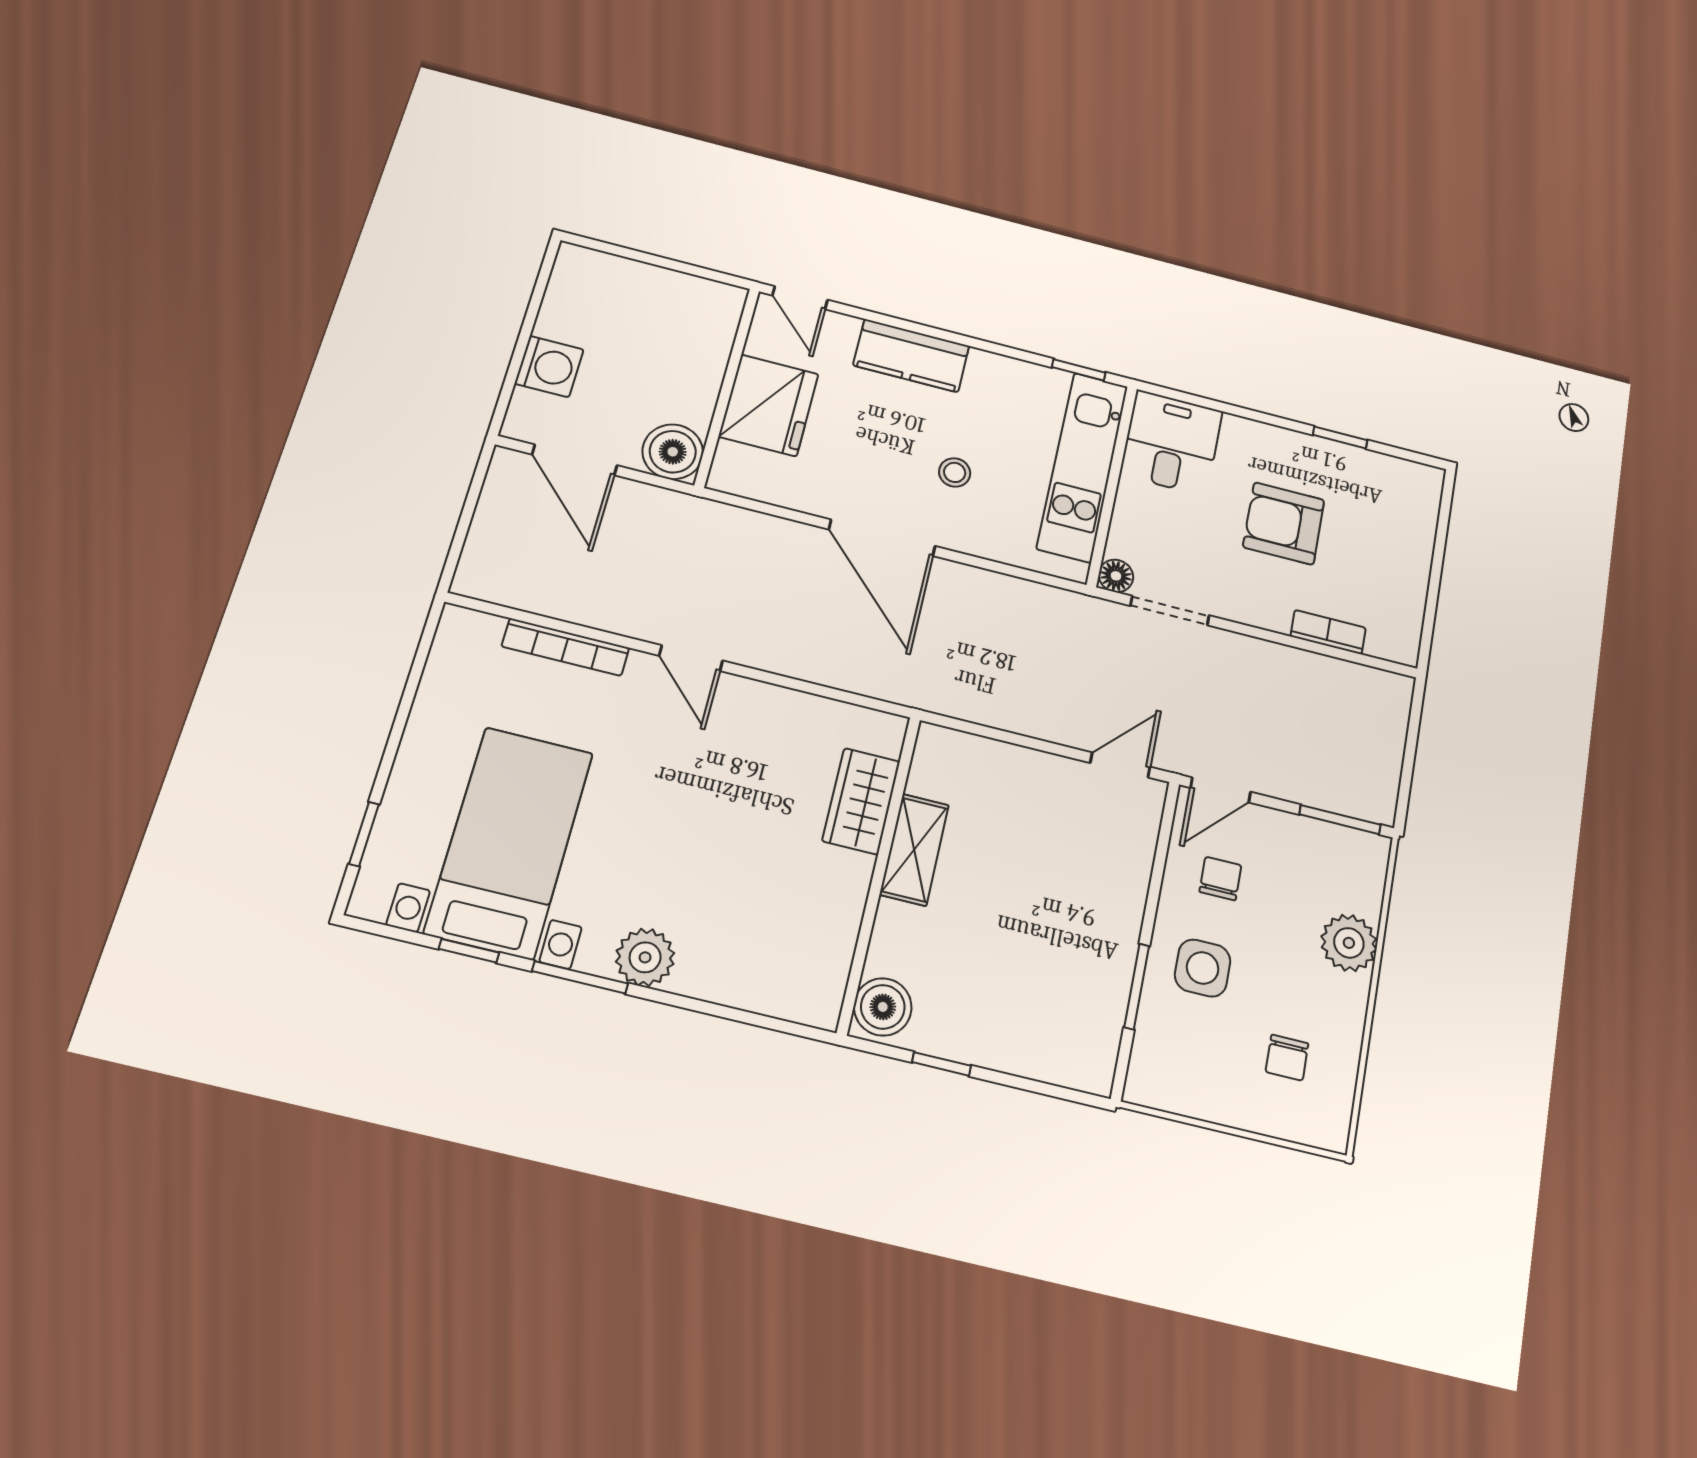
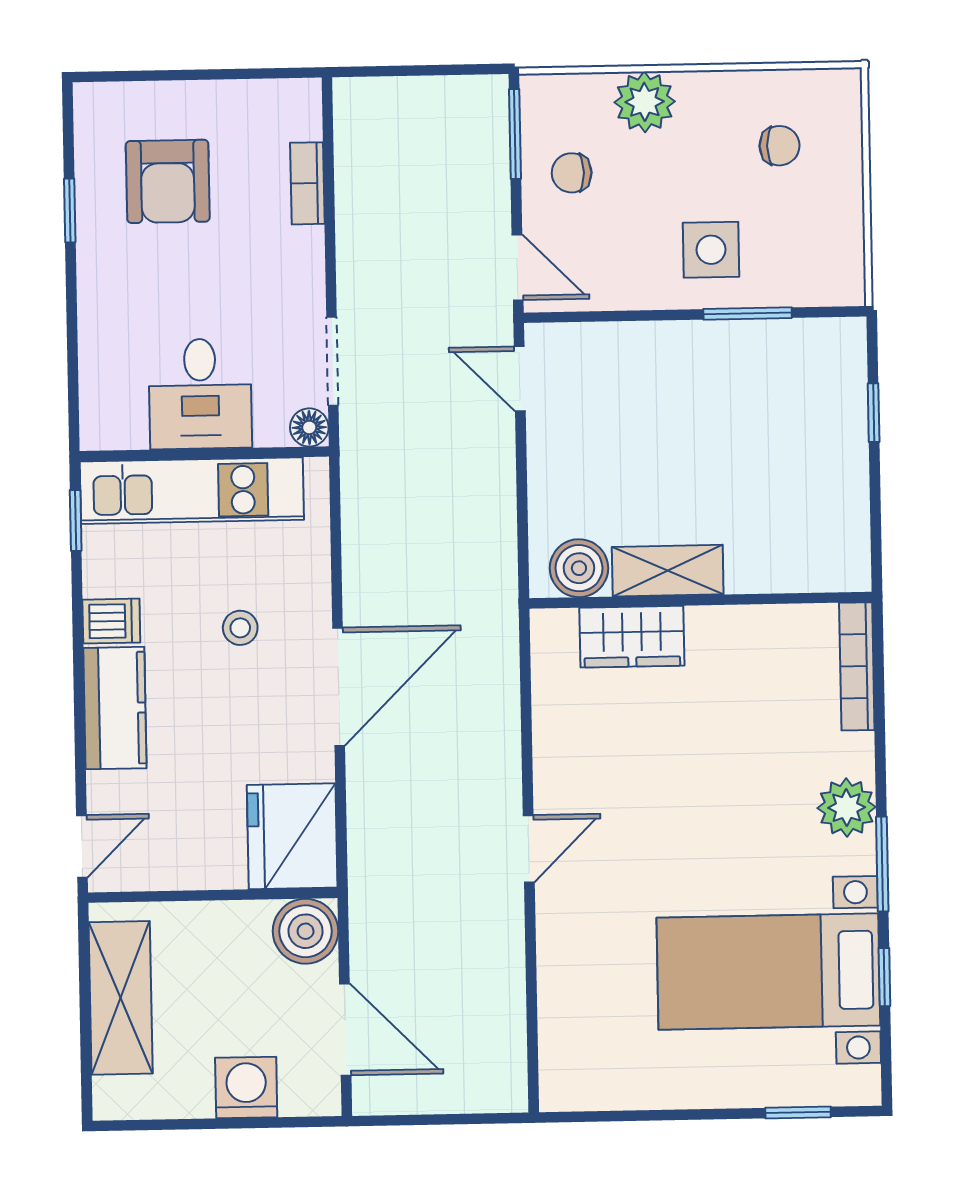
shelving: (660, 291) -> (121, 998), added
dishwasher: (986, 373) -> (111, 621), added
fridge: (769, 405) -> (292, 836), moved, turned -90
desk: (1171, 443) -> (200, 394), moved, turned -90
door: (575, 460) -> (345, 1029), hinge flipped
armchair: (1284, 523) -> (168, 181), moved
bookcase: (565, 647) -> (857, 666), moved, turned 180
chair: (1220, 879) -> (572, 173), moved
boiler: (883, 1007) -> (579, 568), moved
window: (942, 1064) -> (874, 413), moved

